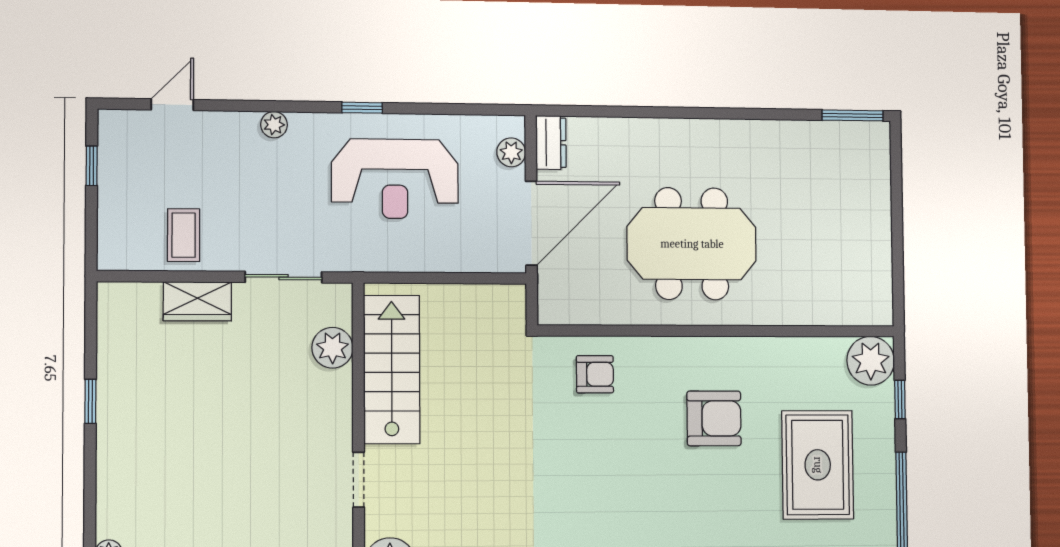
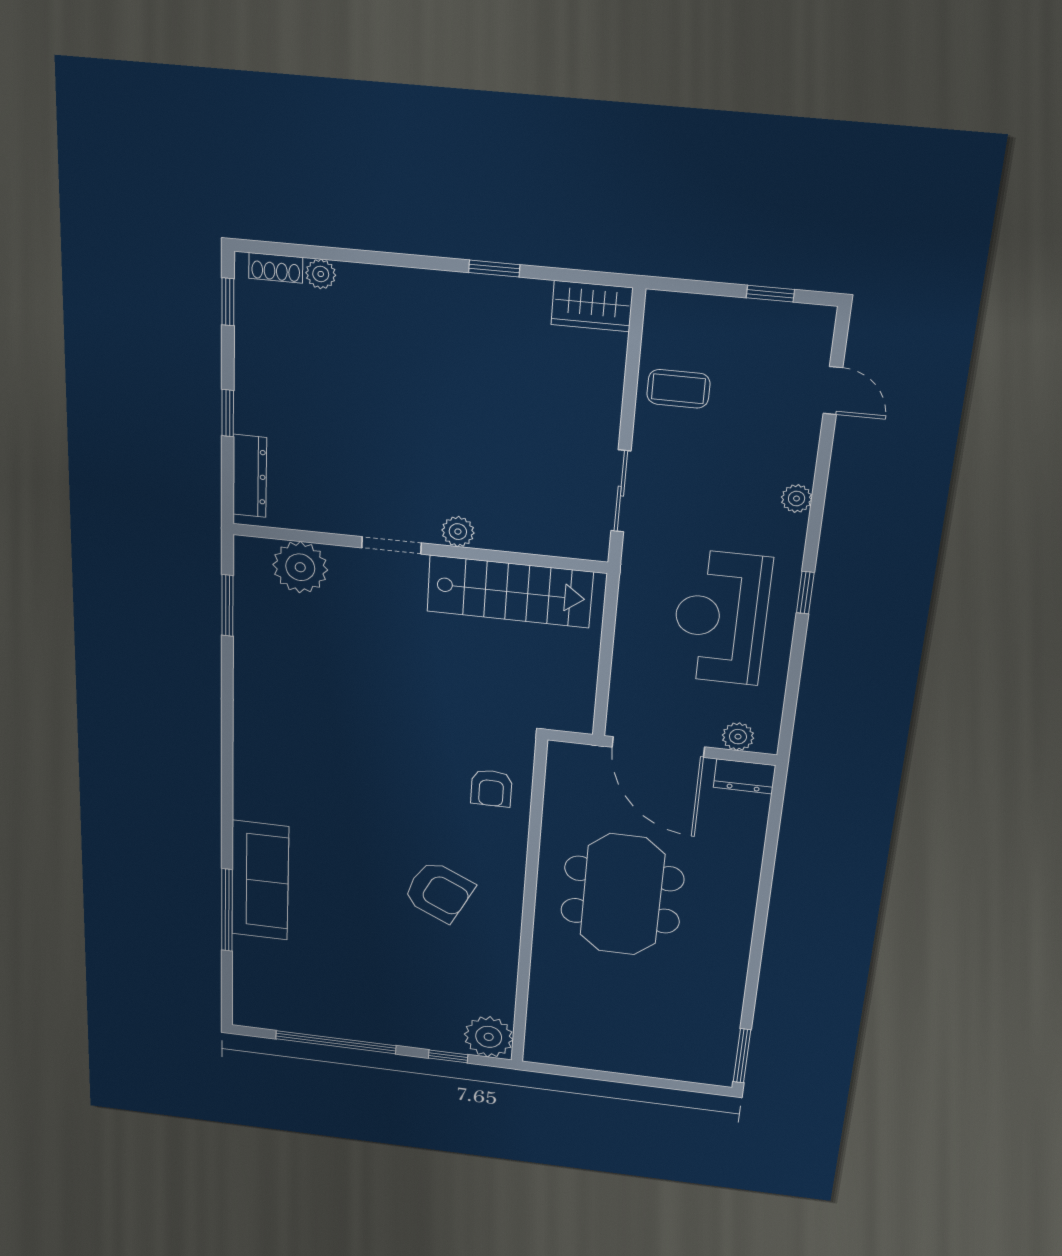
wardrobe: (197, 301) -> (592, 306), moved, turned -90
plant: (332, 348) -> (458, 532), moved, width x0.73, depth x0.73
armchair: (714, 418) -> (439, 892), turned -64
rug: (818, 465) -> (387, 977), removed

